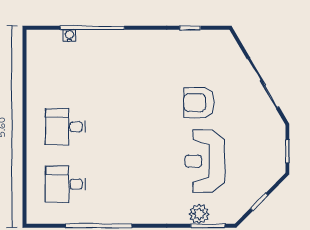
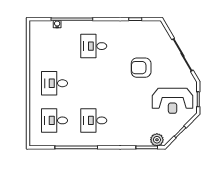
desk: (126, 69) -> (94, 46), added
reception desk: (205, 161) -> (173, 101), moved, turned -90
desk: (126, 184) -> (94, 120), added
plant: (199, 214) -> (157, 140), moved

